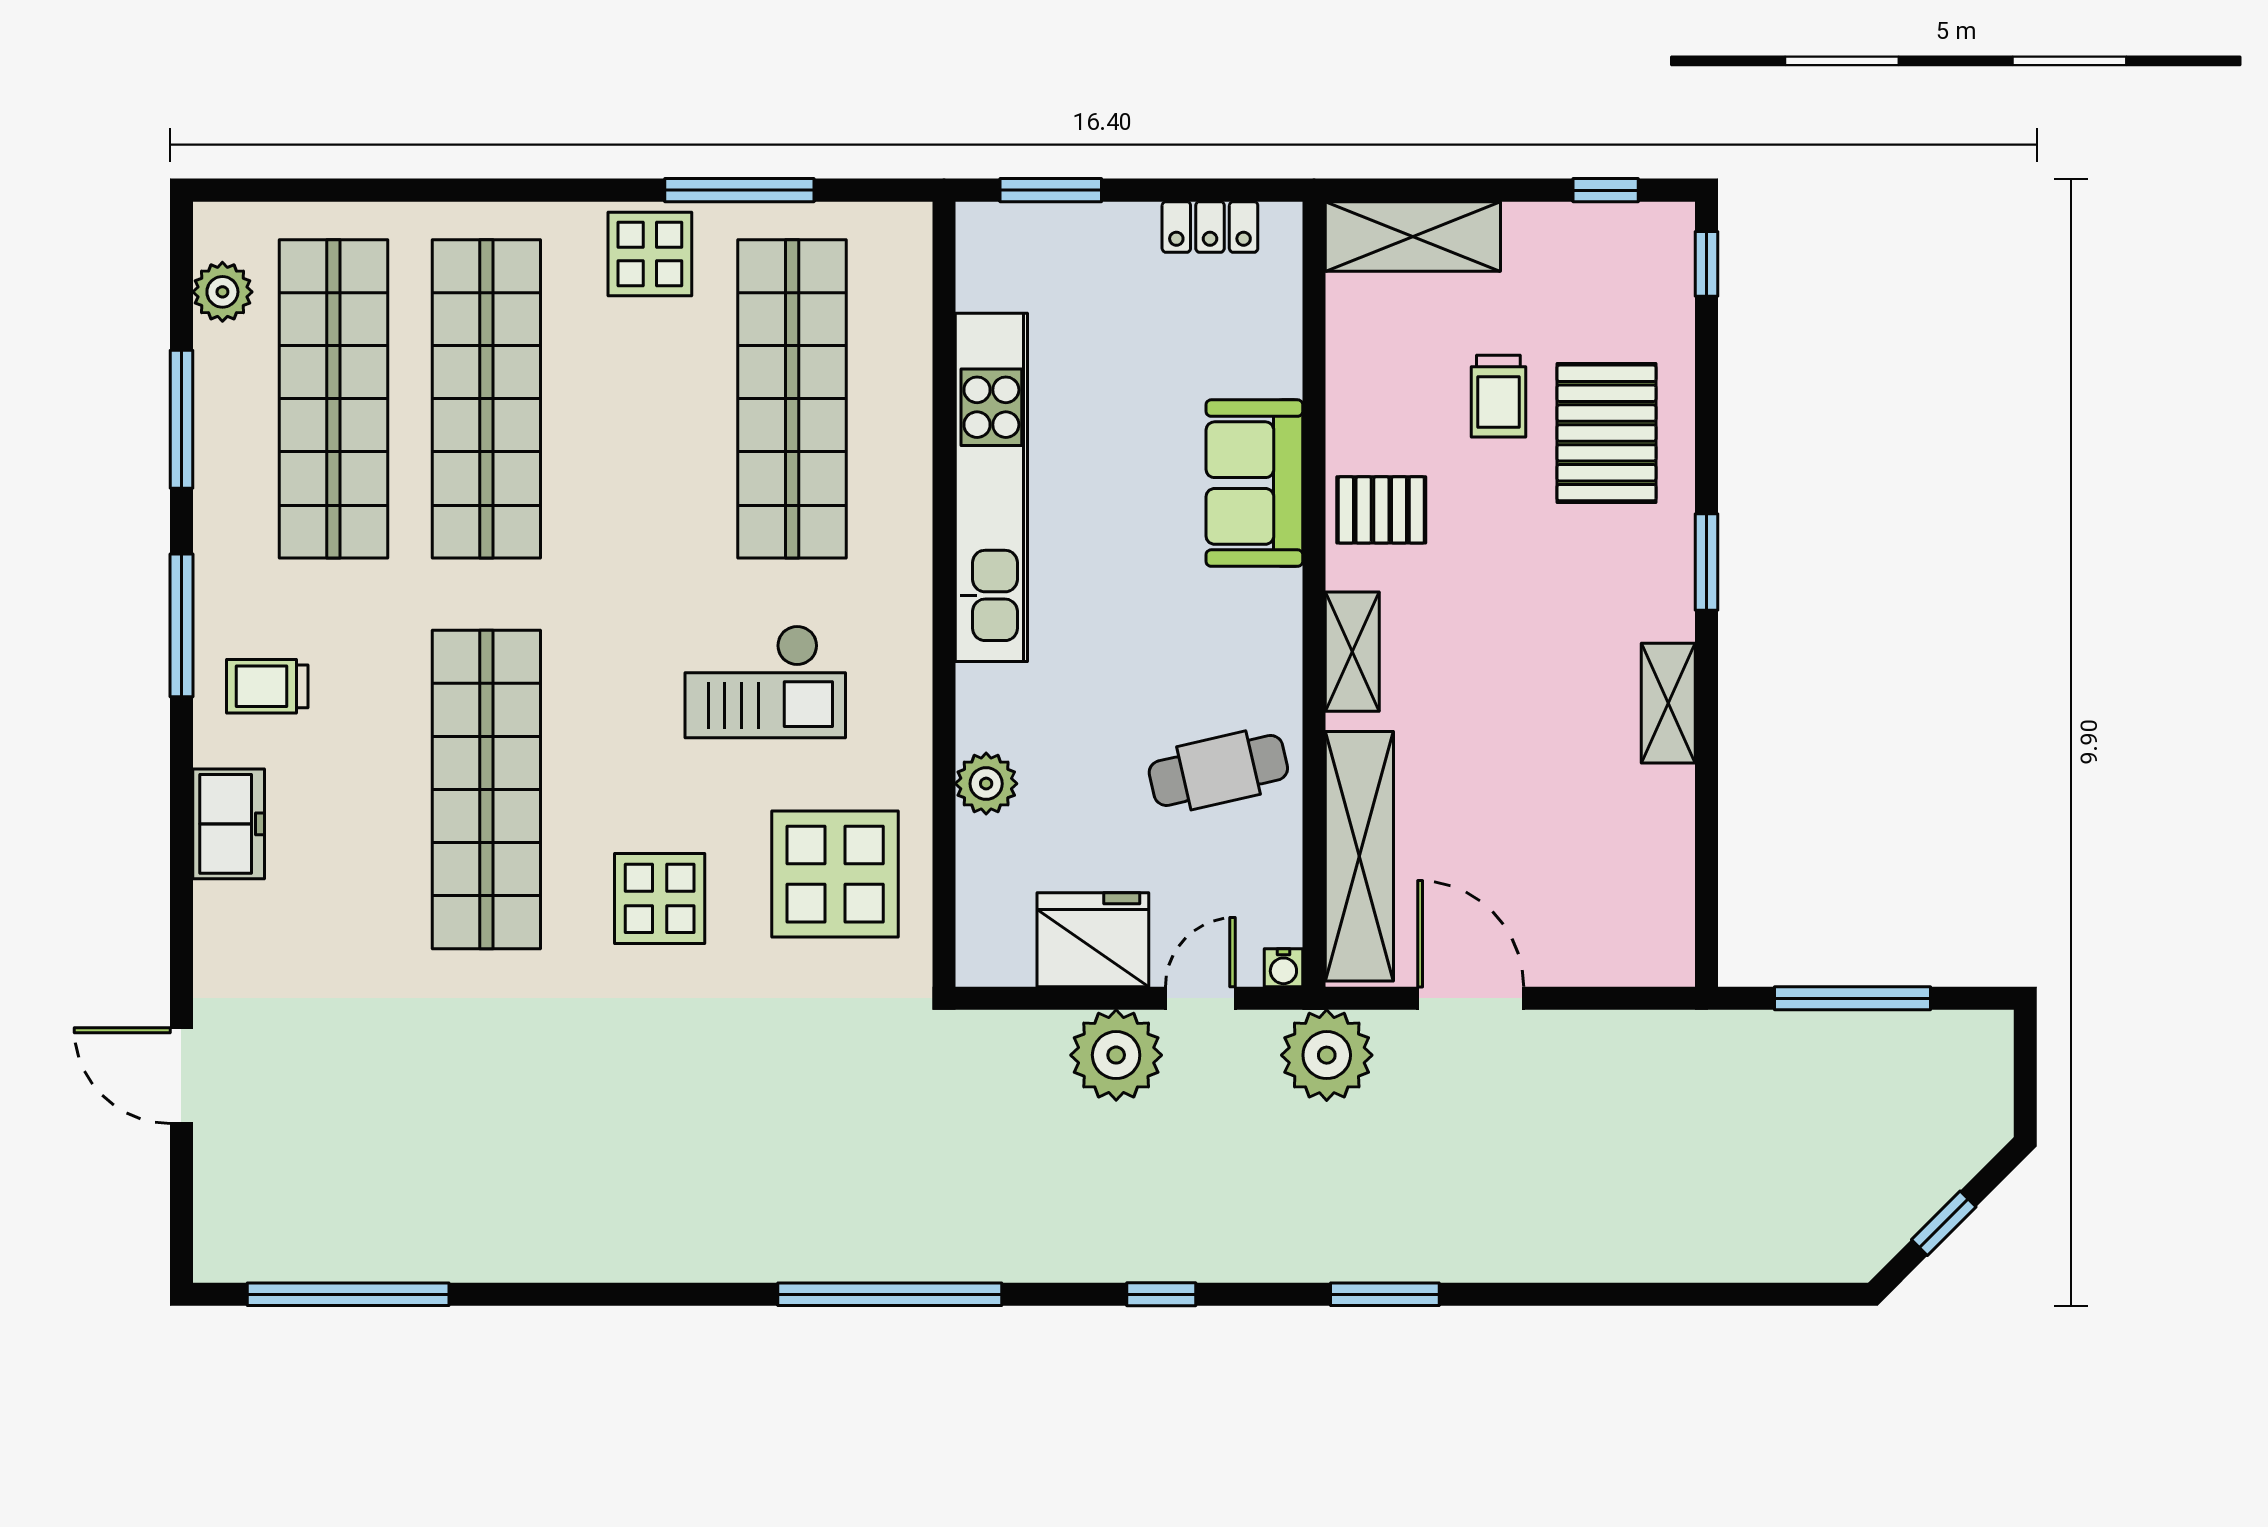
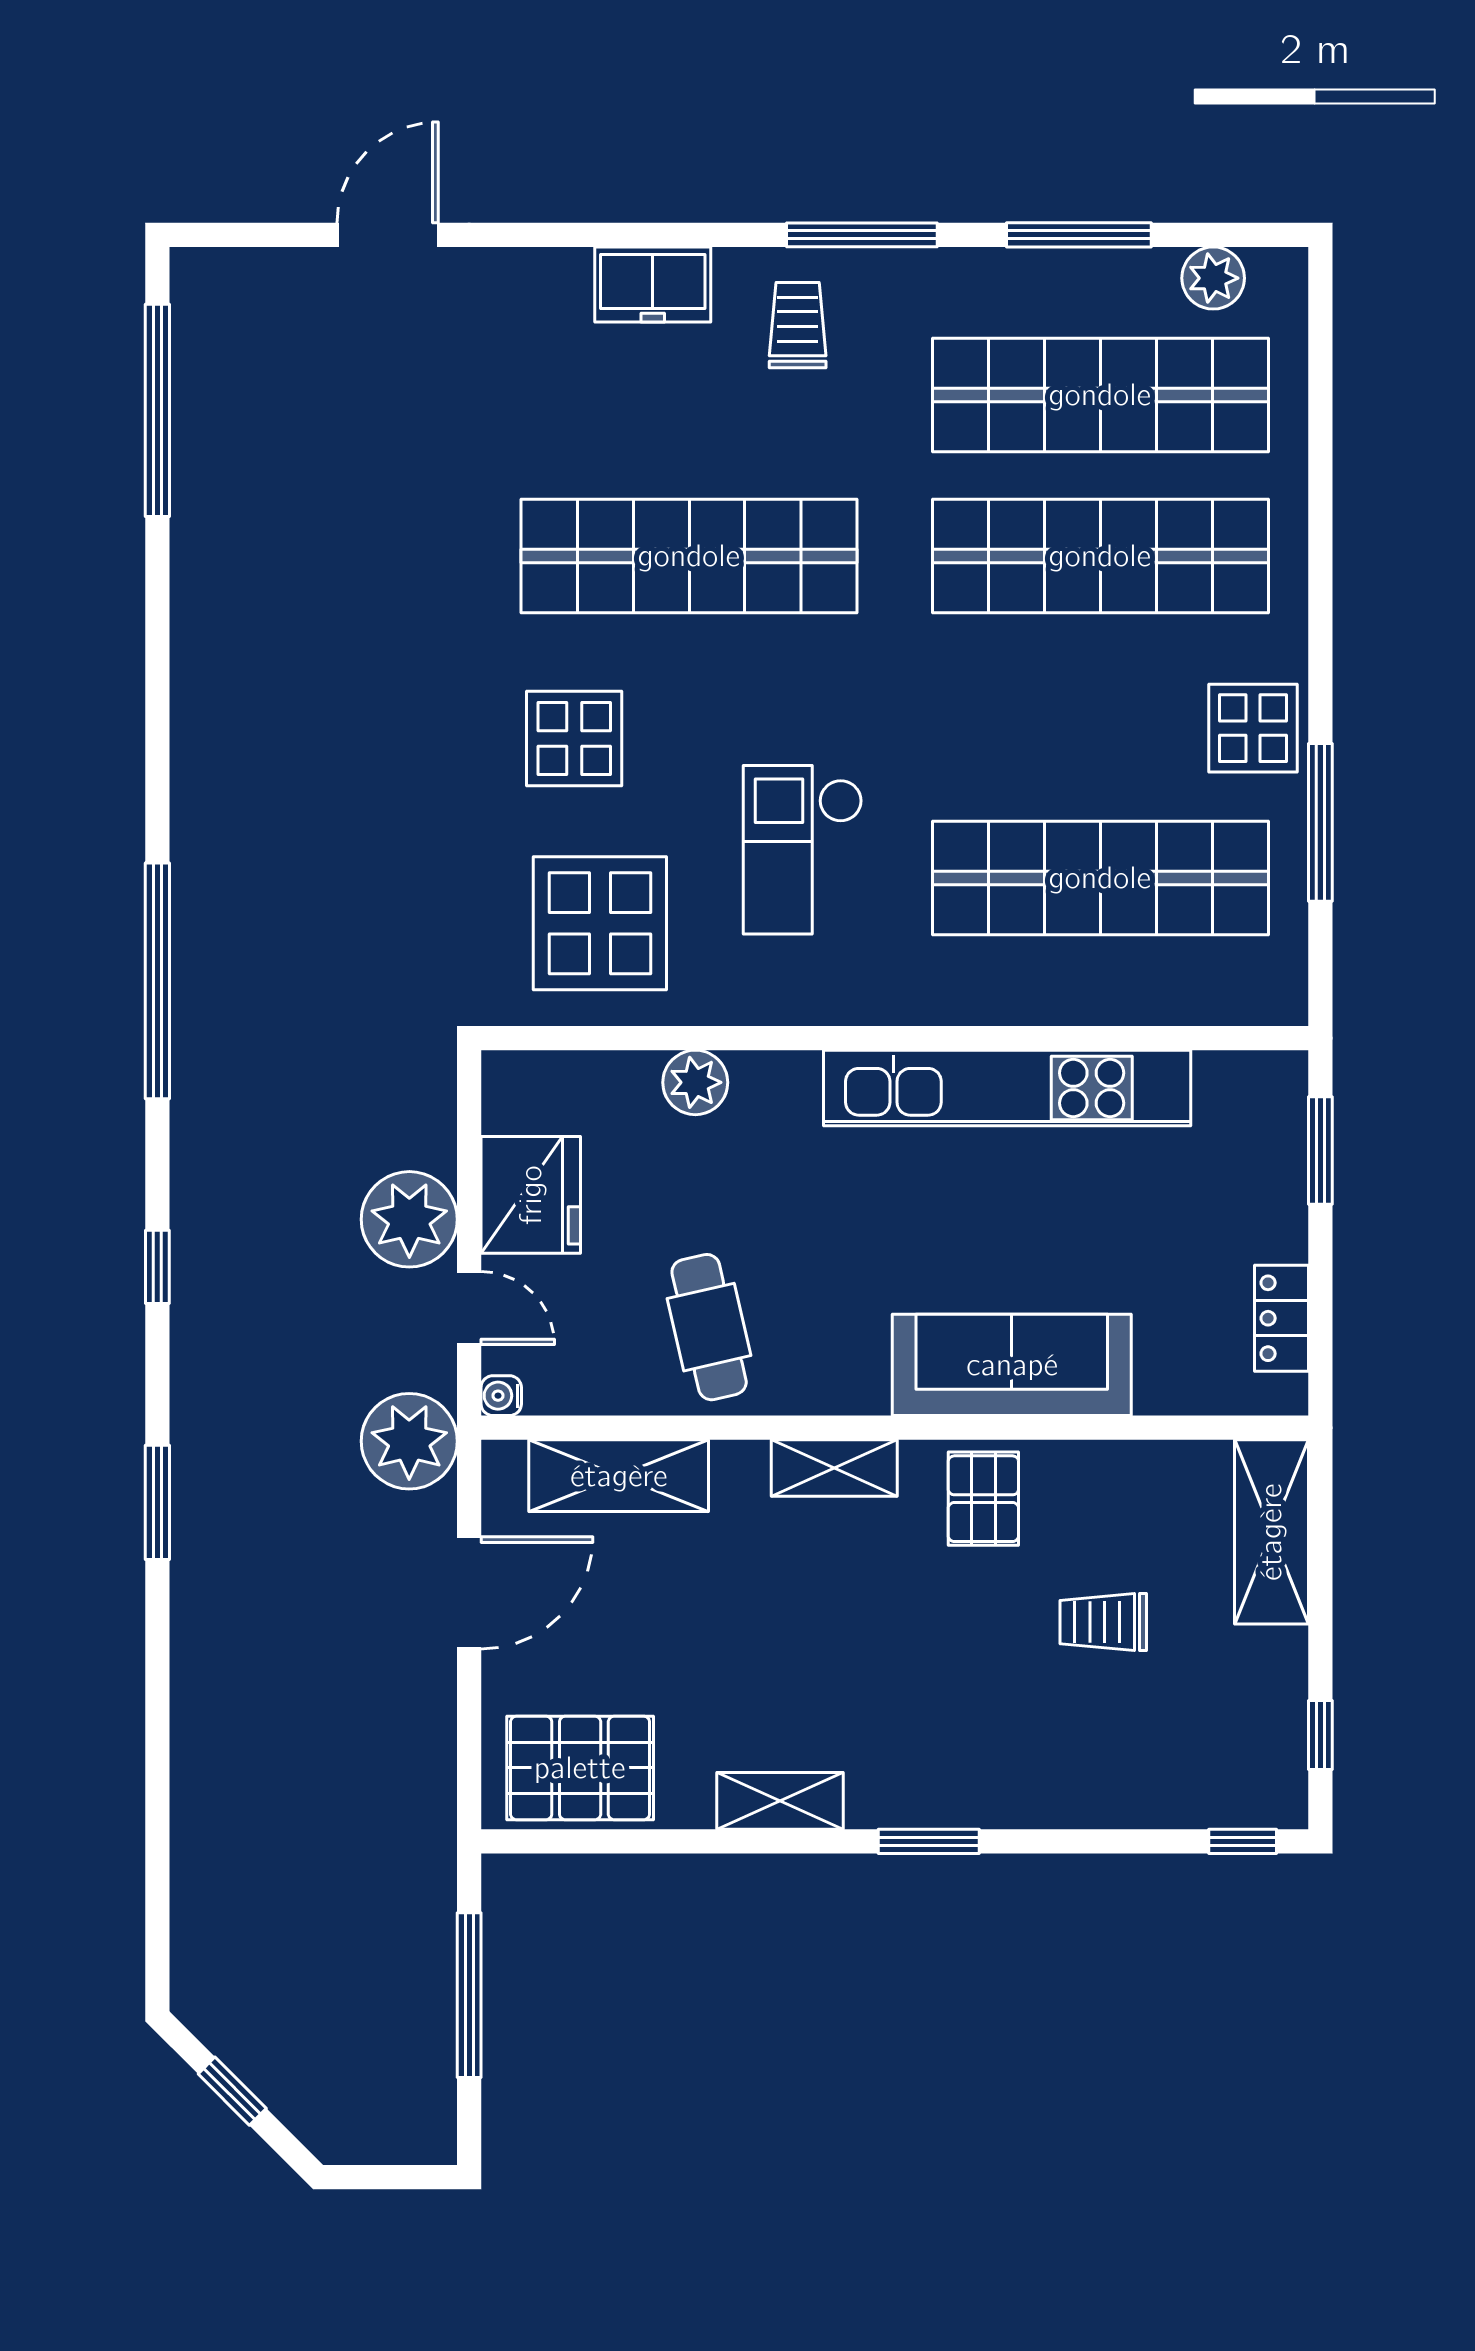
pallet: (1606, 433) -> (580, 1768), moved
sofa: (1254, 483) -> (1012, 1365), width x1.36
shelving: (1359, 856) -> (619, 1476), width x0.68

